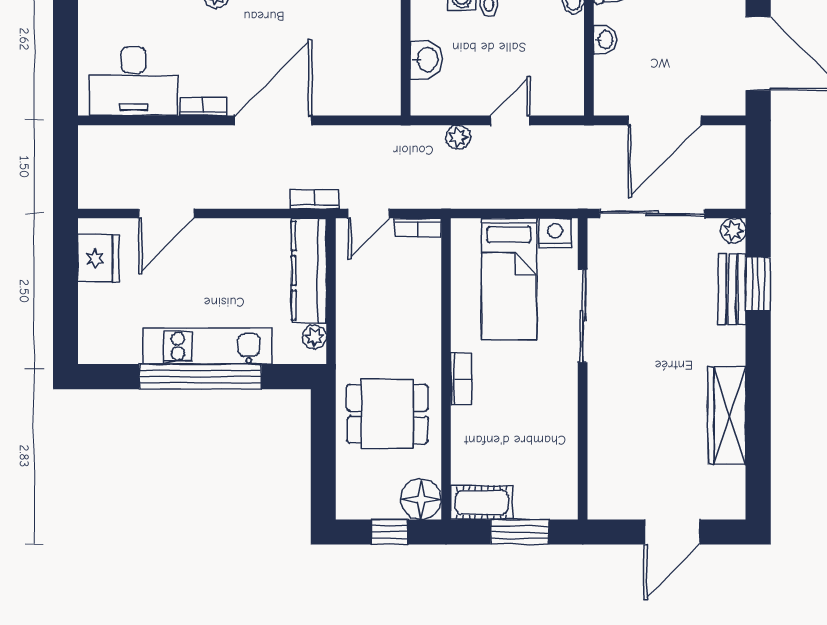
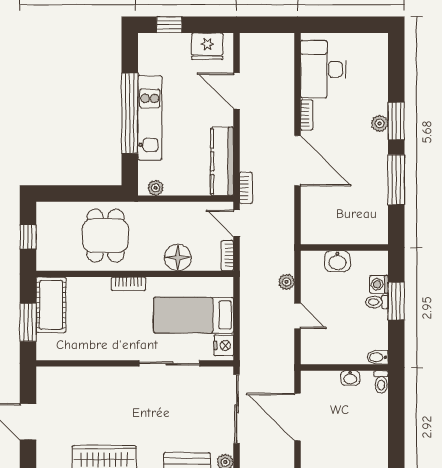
kitchen counter: (309, 270) -> (222, 161), moved, turned -90
window: (66, 316) -> (169, 25), added
floor lamp: (421, 499) -> (178, 258), moved
cot: (482, 503) -> (51, 305), width x1.37, depth x1.34

